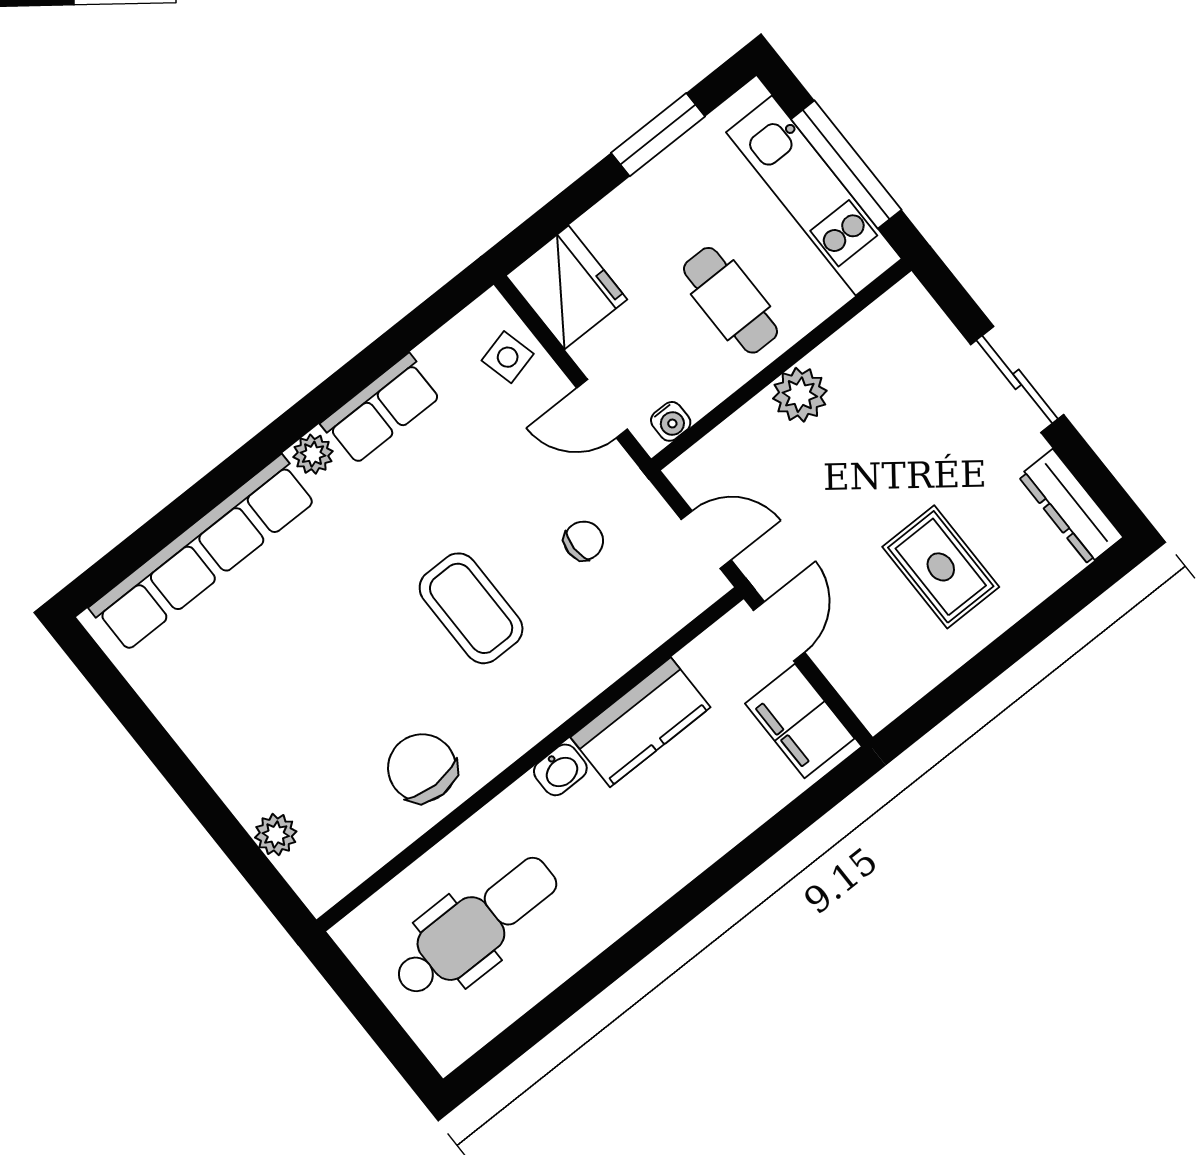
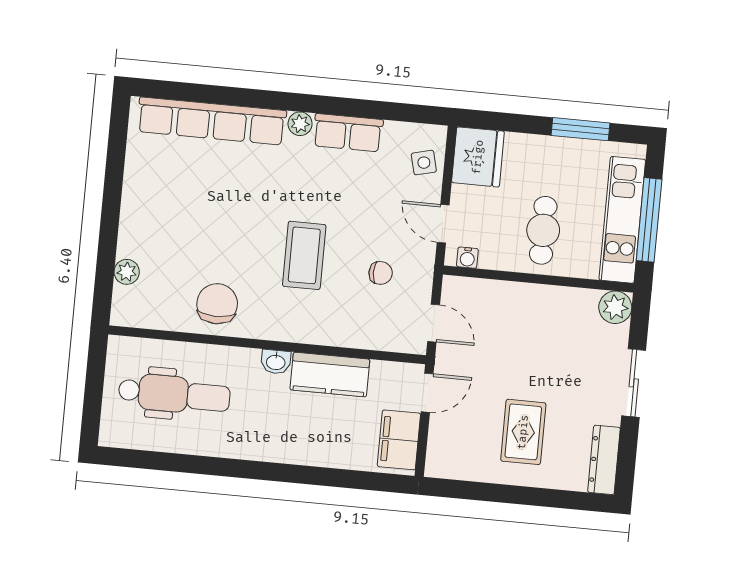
plant: (800, 395) -> (615, 307), moved

